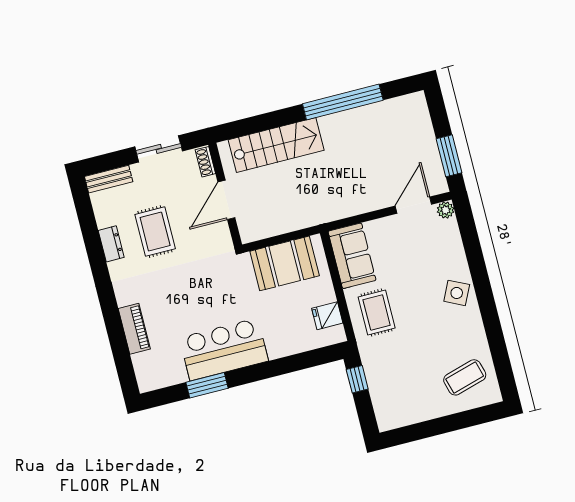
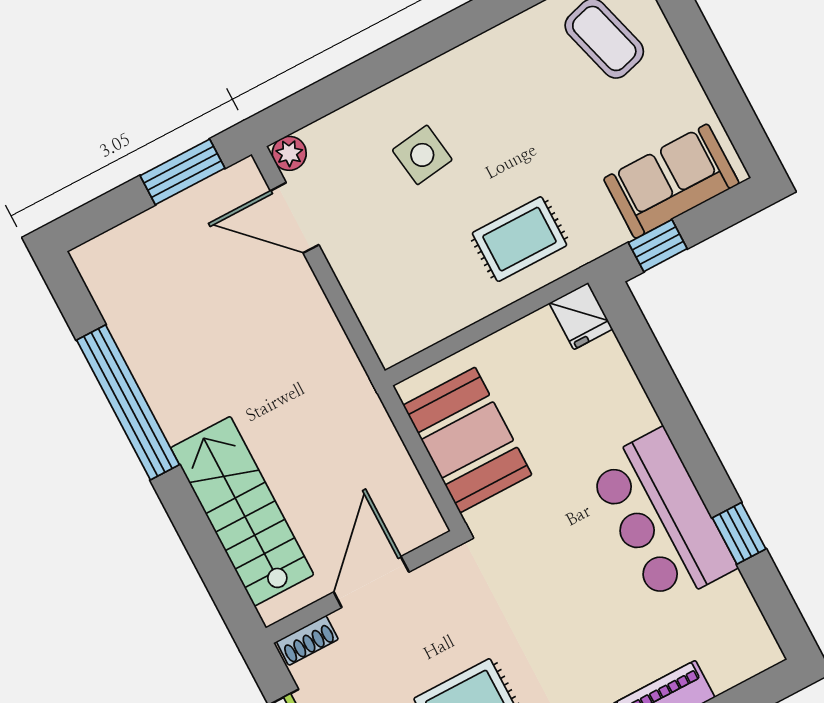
door: (226, 200) -> (371, 582), swing flipped
sofa: (352, 256) -> (671, 181), moved
side table: (457, 293) -> (422, 155), moved, turned -34
fridge: (327, 316) -> (581, 316), moved
window: (207, 385) -> (739, 533), width x0.67

